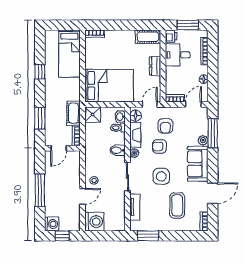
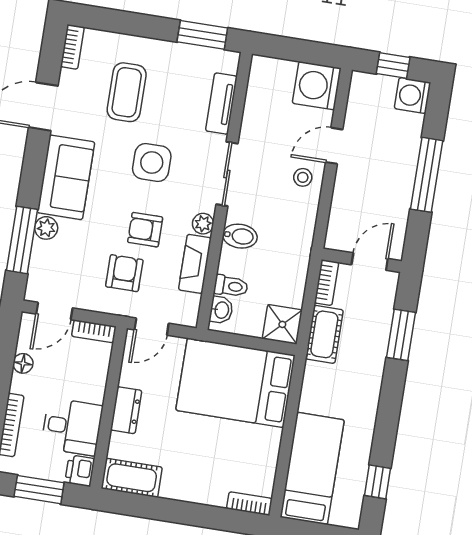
window: (40, 72) -> (377, 482), moved
floor lamp: (136, 116) -> (187, 307), removed
armchair: (159, 146) -> (145, 230), turned 180

